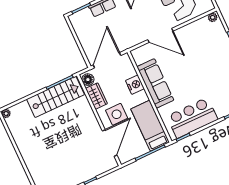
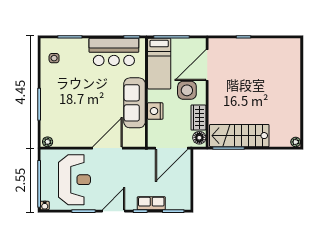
door: (160, 35) -> (107, 148), hinge flipped

